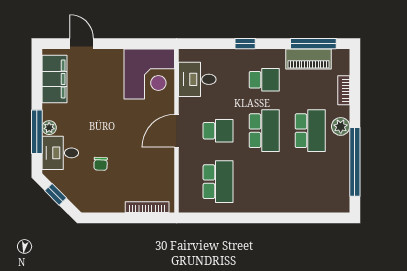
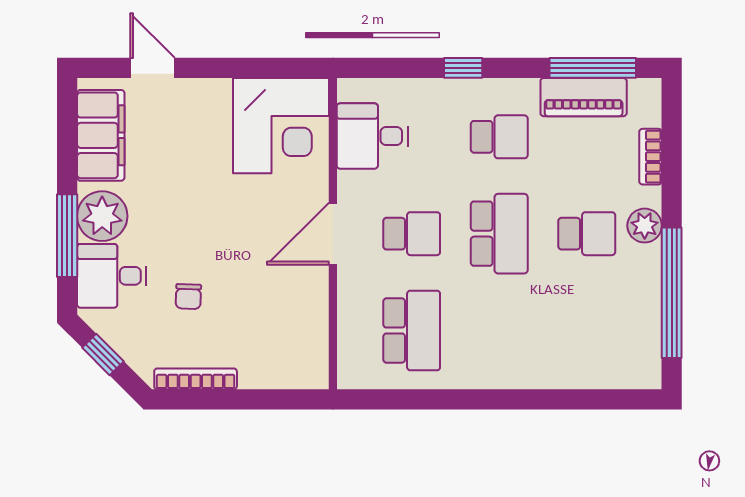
plant: (49, 128) -> (102, 216), width x1.87, depth x1.87
school desk: (310, 131) -> (587, 234), width x0.54
bookcase: (147, 207) -> (196, 379), moved

